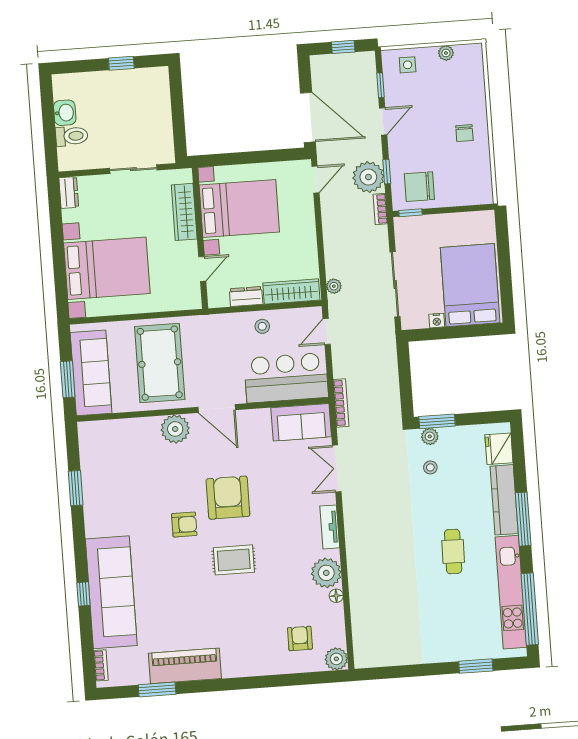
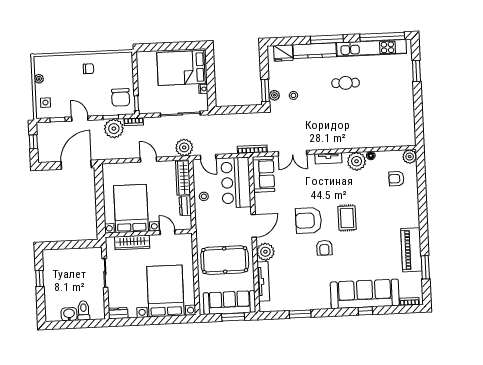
door: (315, 179) -> (149, 160), moved
plant: (334, 286) -> (184, 147), width x1.88, depth x1.88
tv unit: (127, 427) -> (263, 281), added
armchair: (184, 525) -> (324, 248), turned 180

